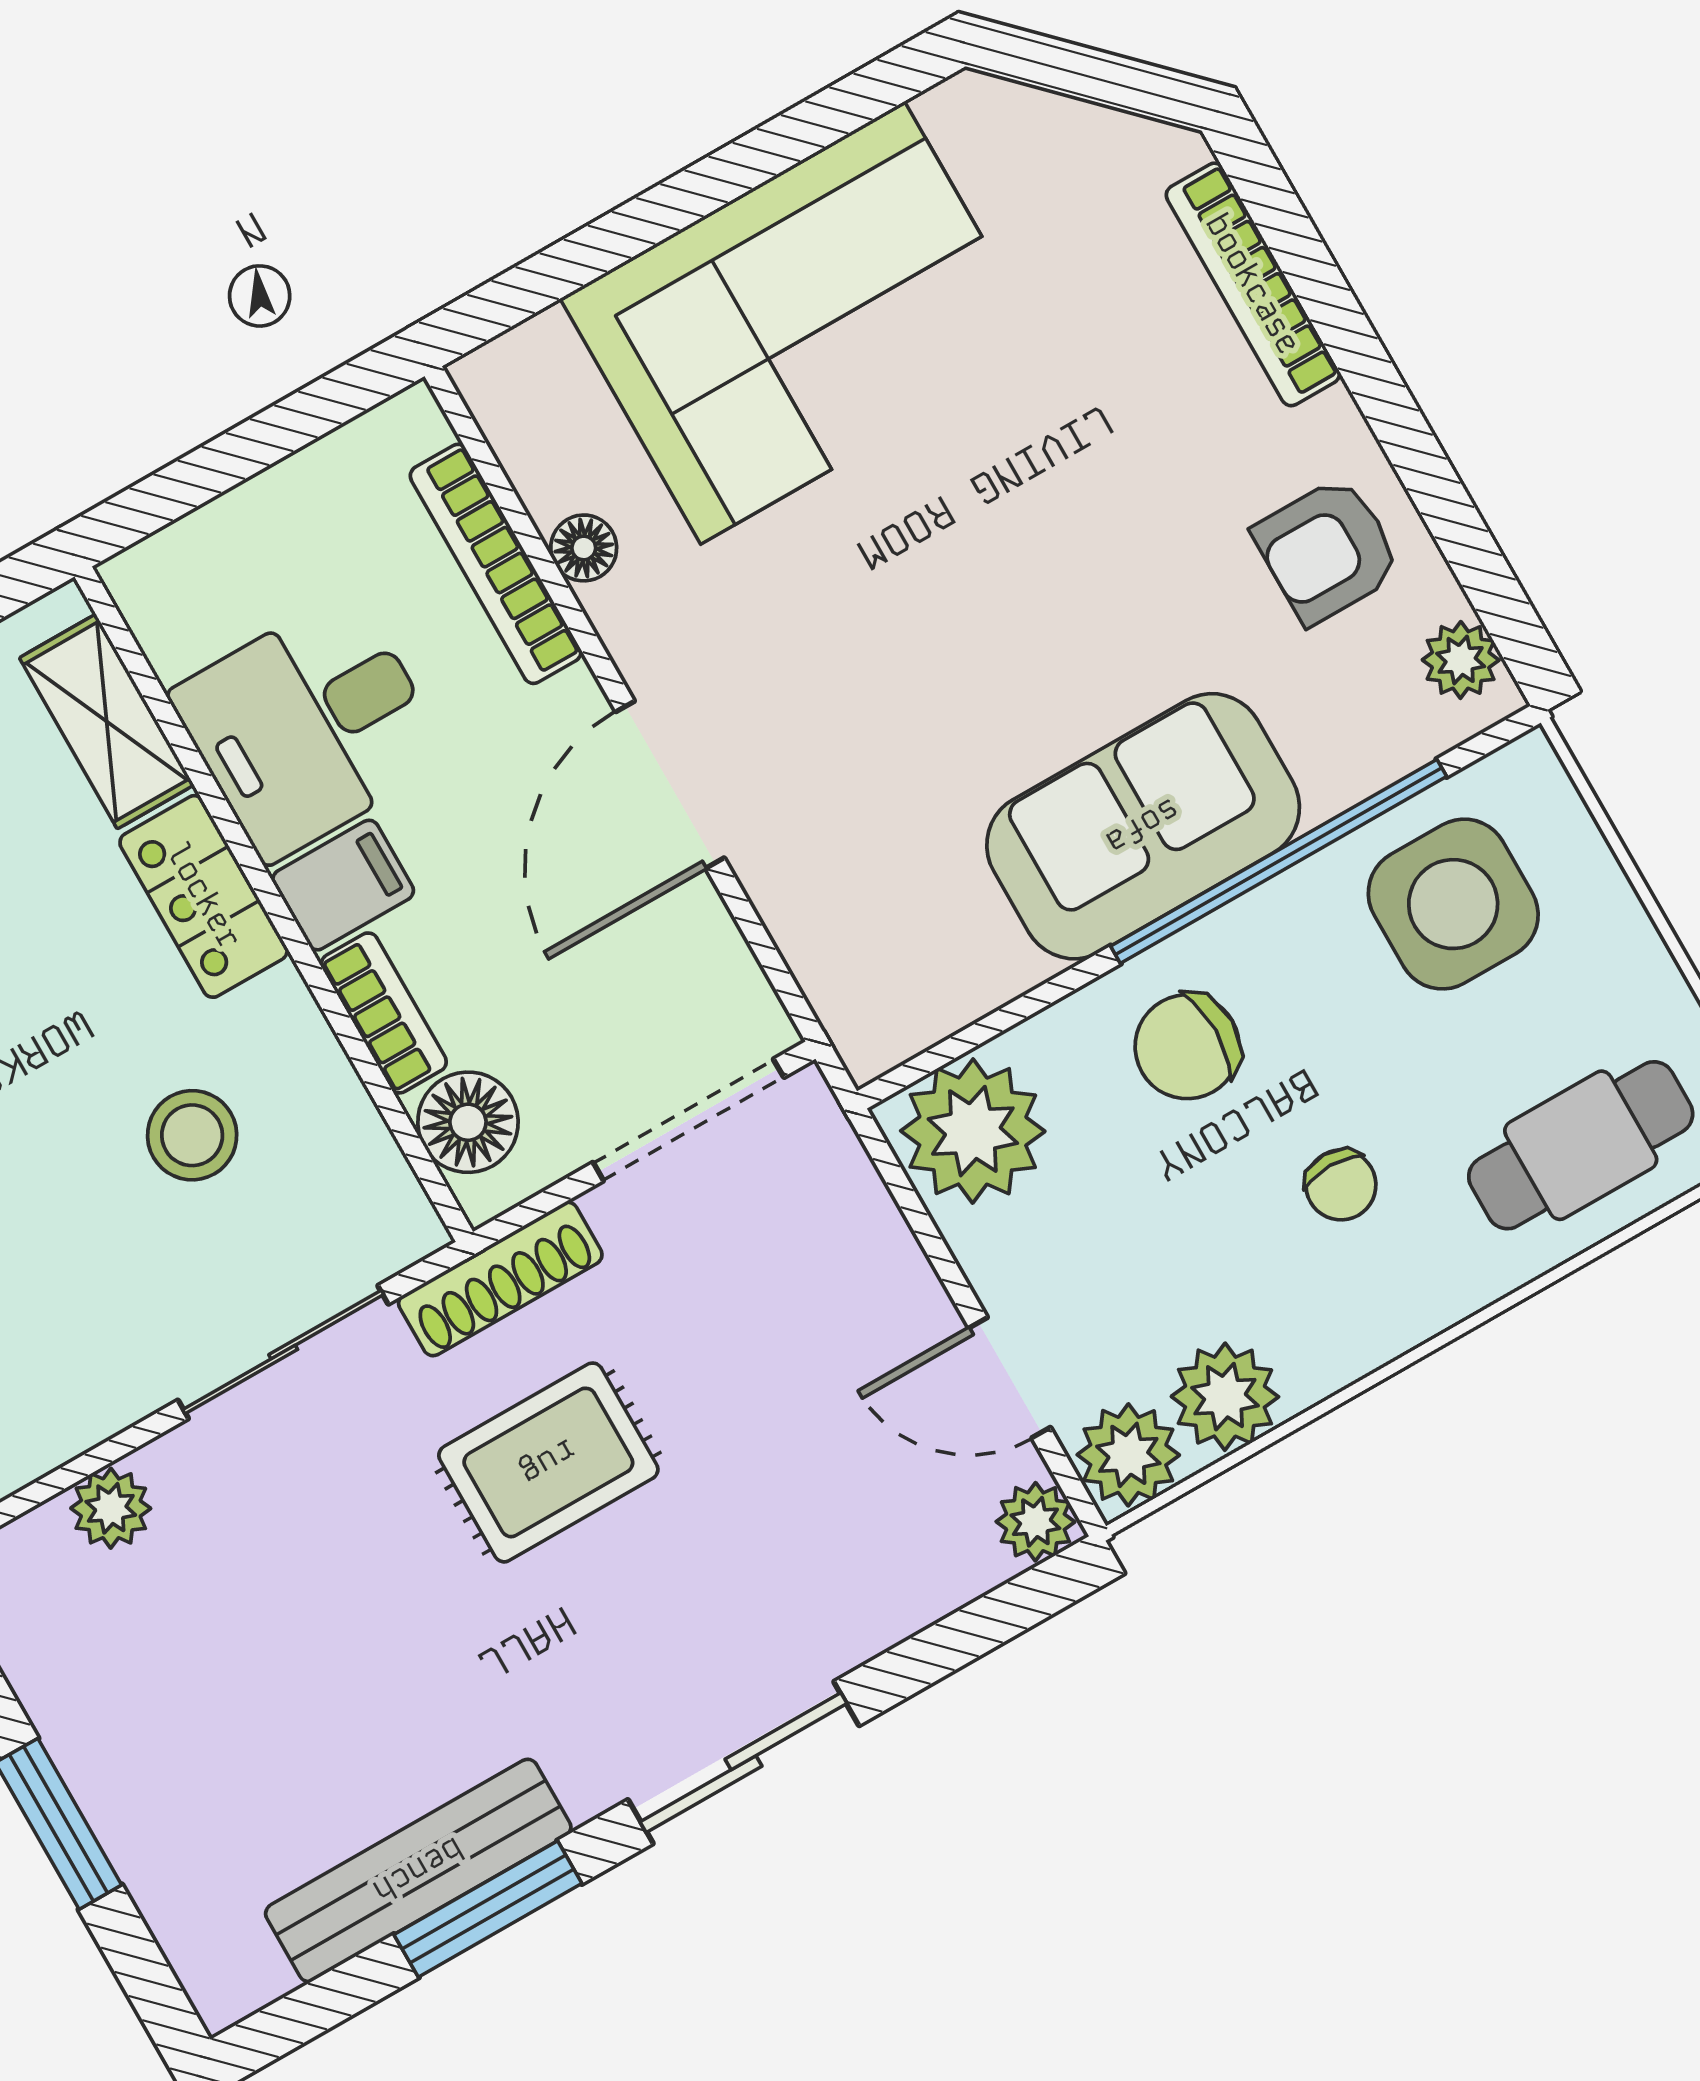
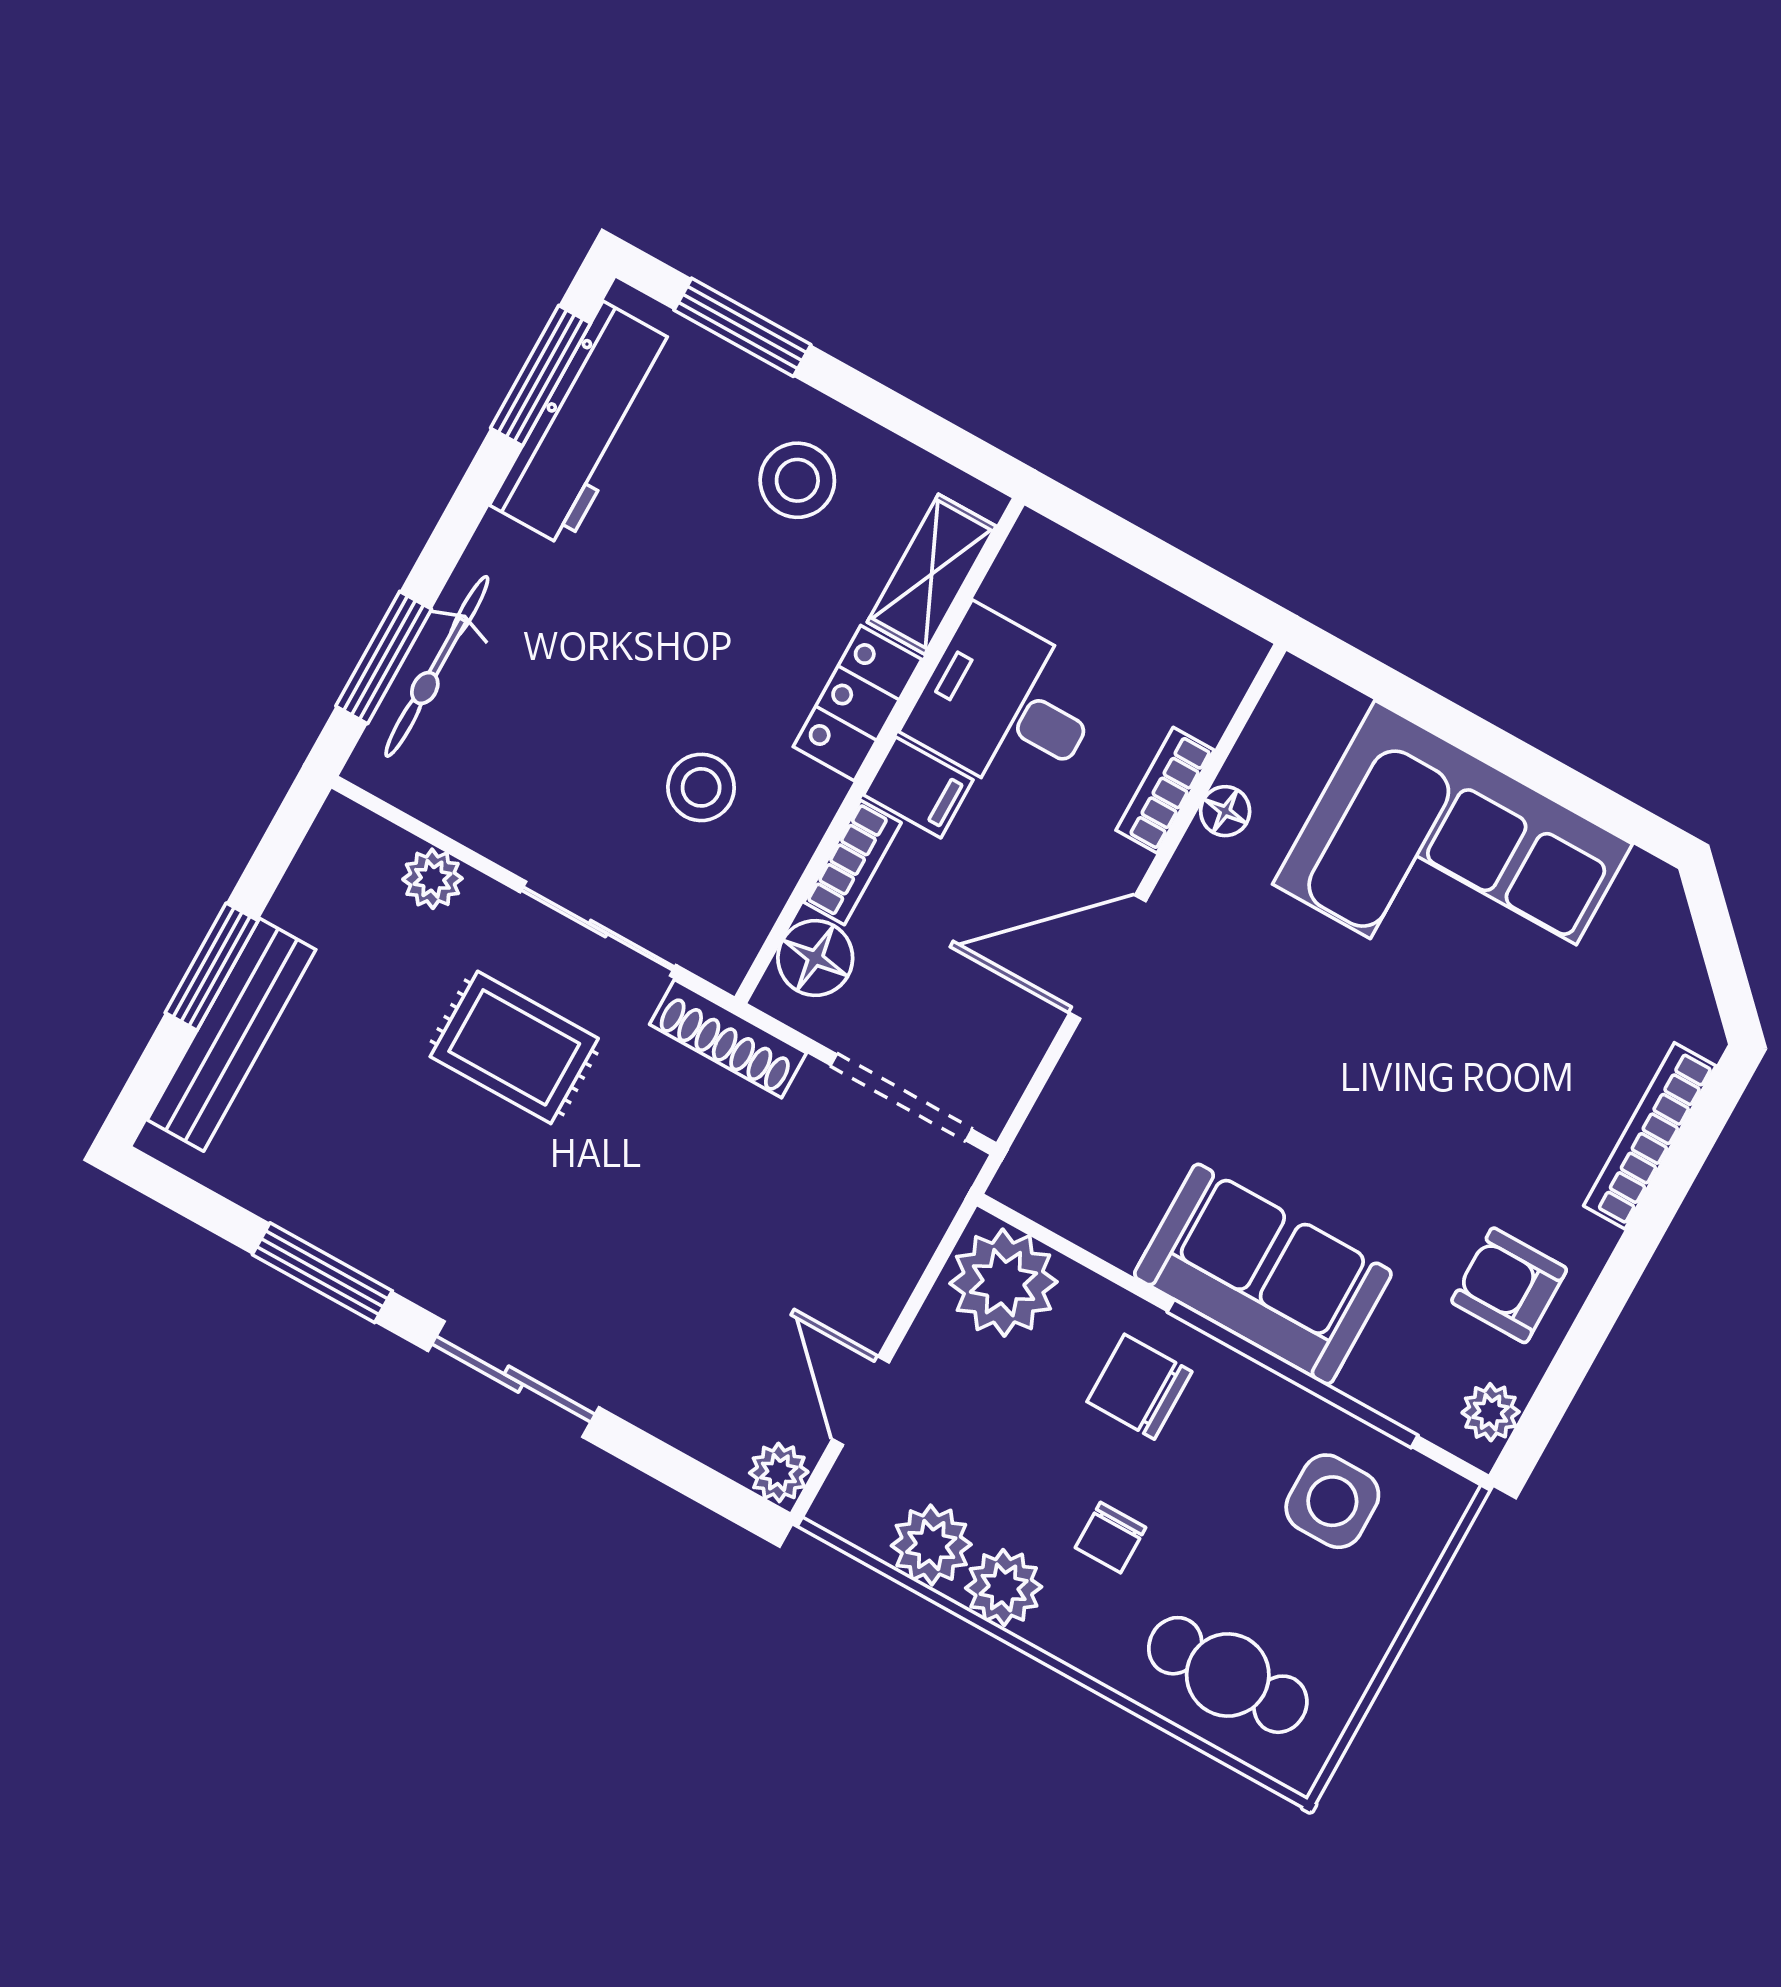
bookcase: (496, 564) -> (1165, 790), width x0.64
side table: (1453, 904) -> (1332, 1501), width x0.73, depth x0.73
plant: (1128, 1455) -> (1004, 1587), moved
rug: (548, 1462) -> (514, 1047), moved
bench: (418, 1870) -> (232, 1035), moved, turned 90

